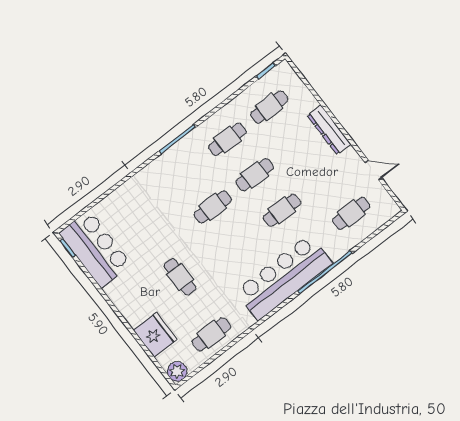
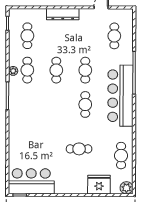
plant: (213, 123) -> (13, 71), added
cafe table: (213, 207) -> (85, 104), moved

